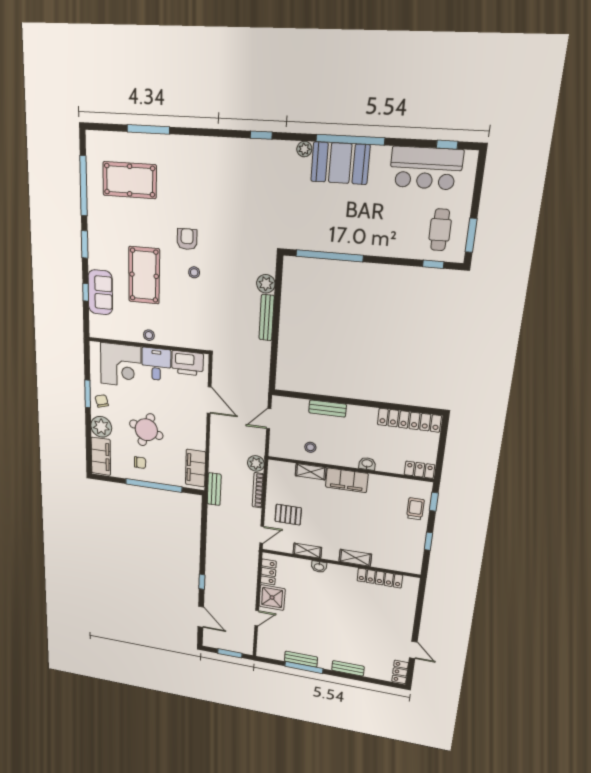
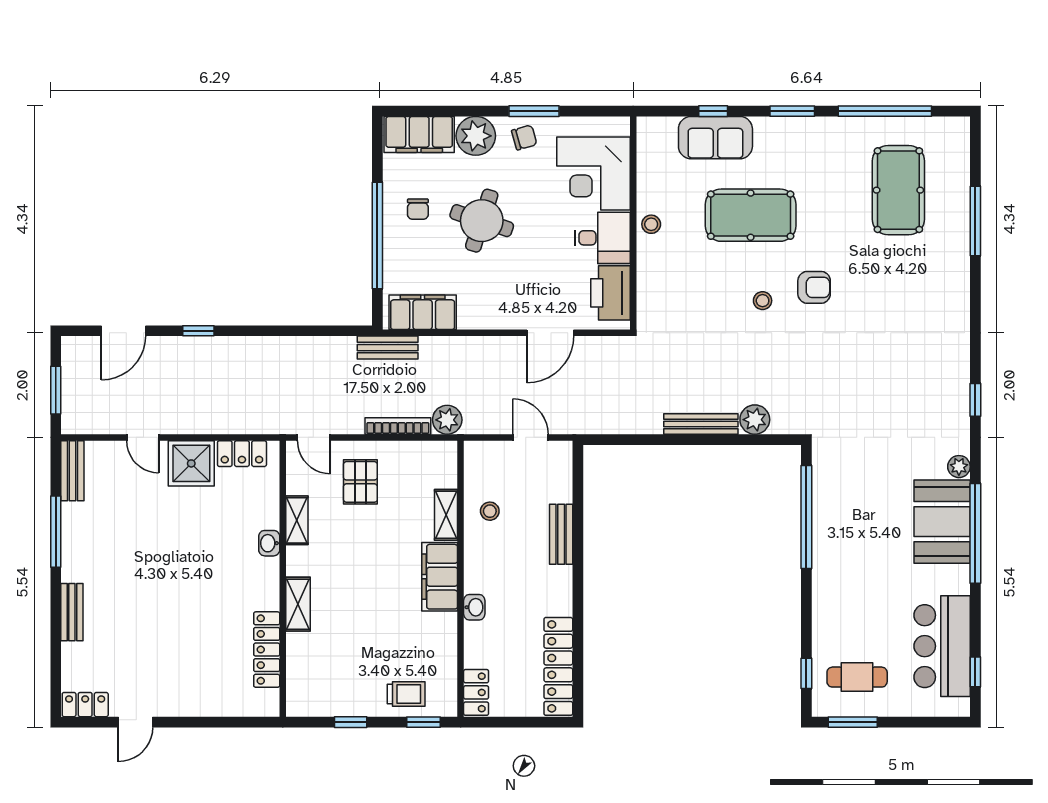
bench: (301, 659) -> (72, 471), moved

